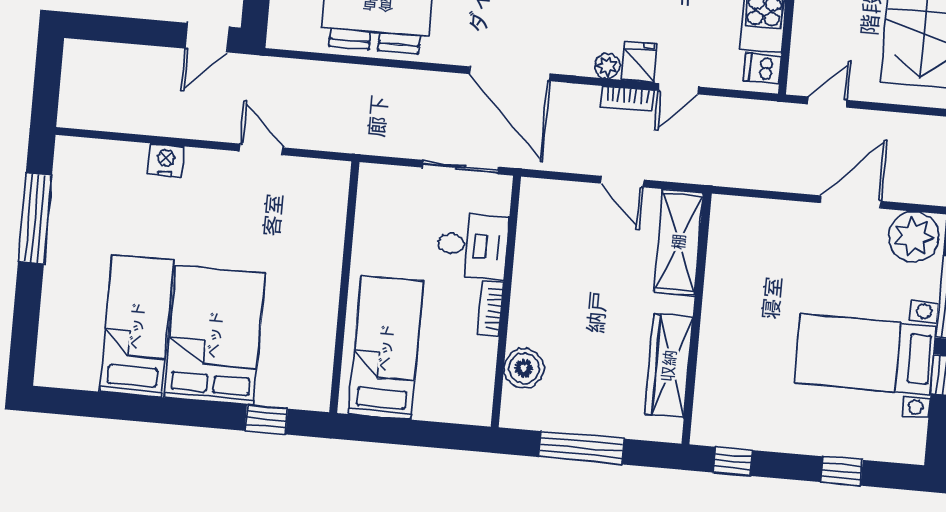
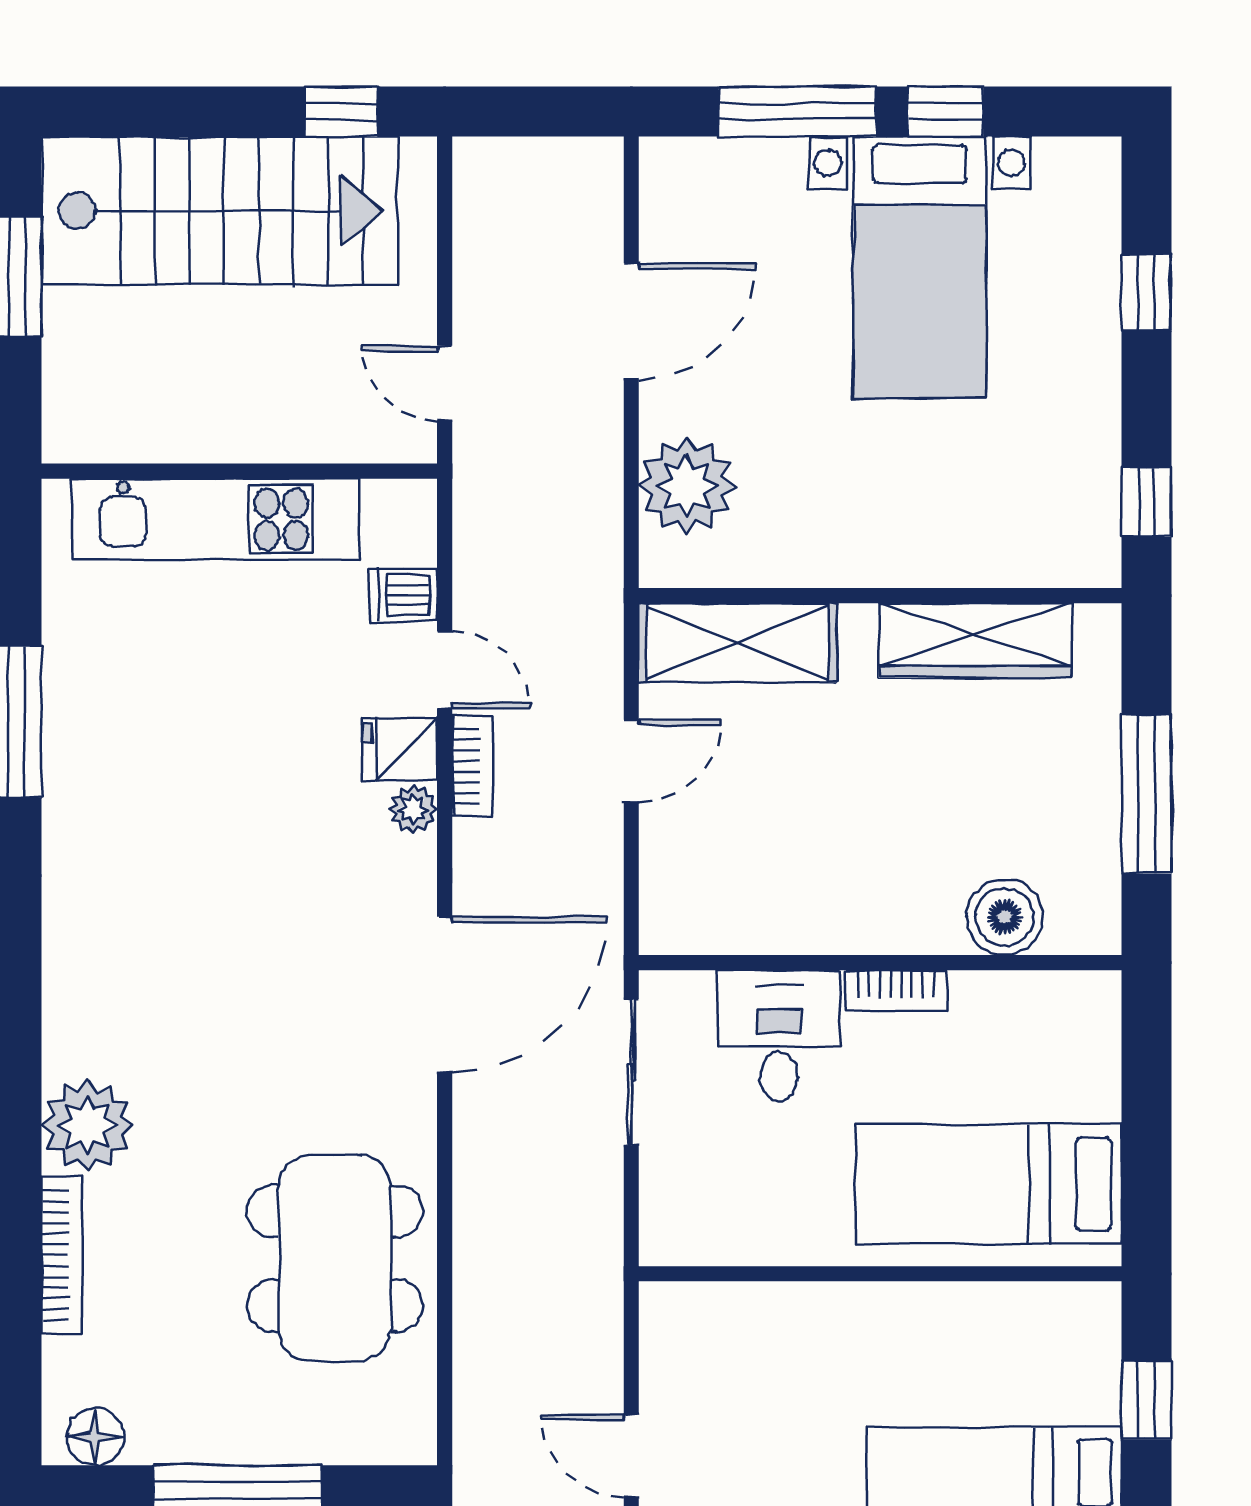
dishwasher: (762, 68) -> (403, 595), moved, turned 90
door: (261, 149) -> (631, 1456), hinge flipped
door: (851, 202) -> (631, 321), swing flipped
plant: (914, 237) -> (687, 486), moved

